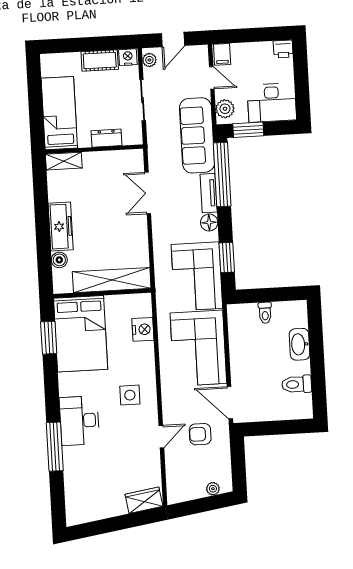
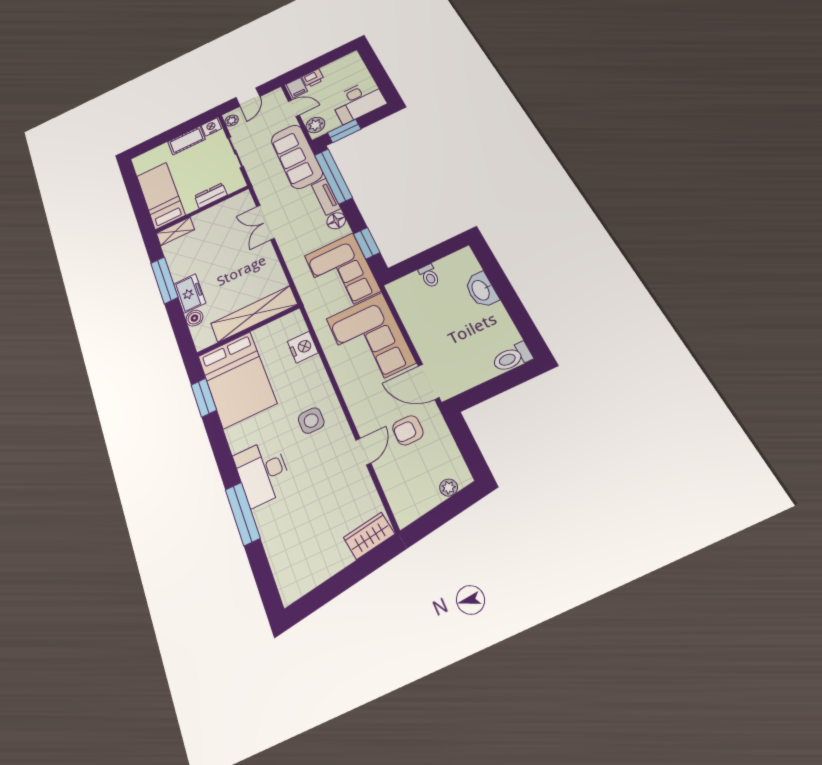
printer: (283, 49) -> (313, 78), moved
window: (41, 209) -> (164, 280), added
freezer: (61, 226) -> (190, 293), width x0.71
toilet: (297, 384) -> (512, 357), moved

